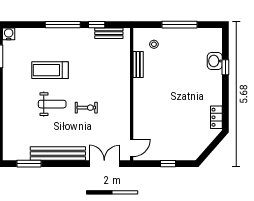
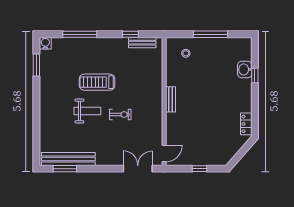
window: (63, 25) -> (80, 34), moved
bench: (138, 64) -> (171, 99), moved
treadmill: (50, 70) -> (97, 82), moved
bench: (58, 154) -> (68, 159), moved

